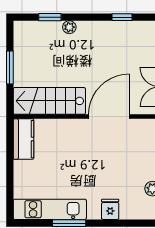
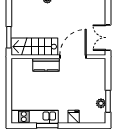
window: (10, 67) -> (9, 37), moved
kitchen counter: (24, 139) -> (46, 65), moved, turned 90

